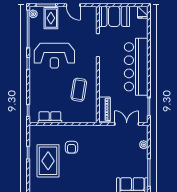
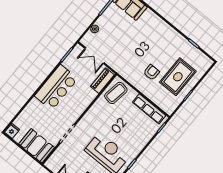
bar counter: (136, 67) -> (56, 87), width x0.73
coffee table: (79, 90) -> (116, 93), moved
row of seats: (50, 117) -> (149, 109), width x1.48

